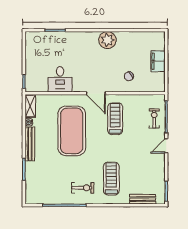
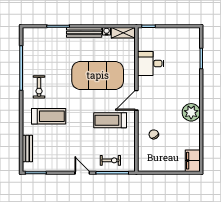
filing cabinet: (158, 61) -> (193, 161), moved, turned -90
treadmill: (115, 119) -> (110, 120), turned 180

